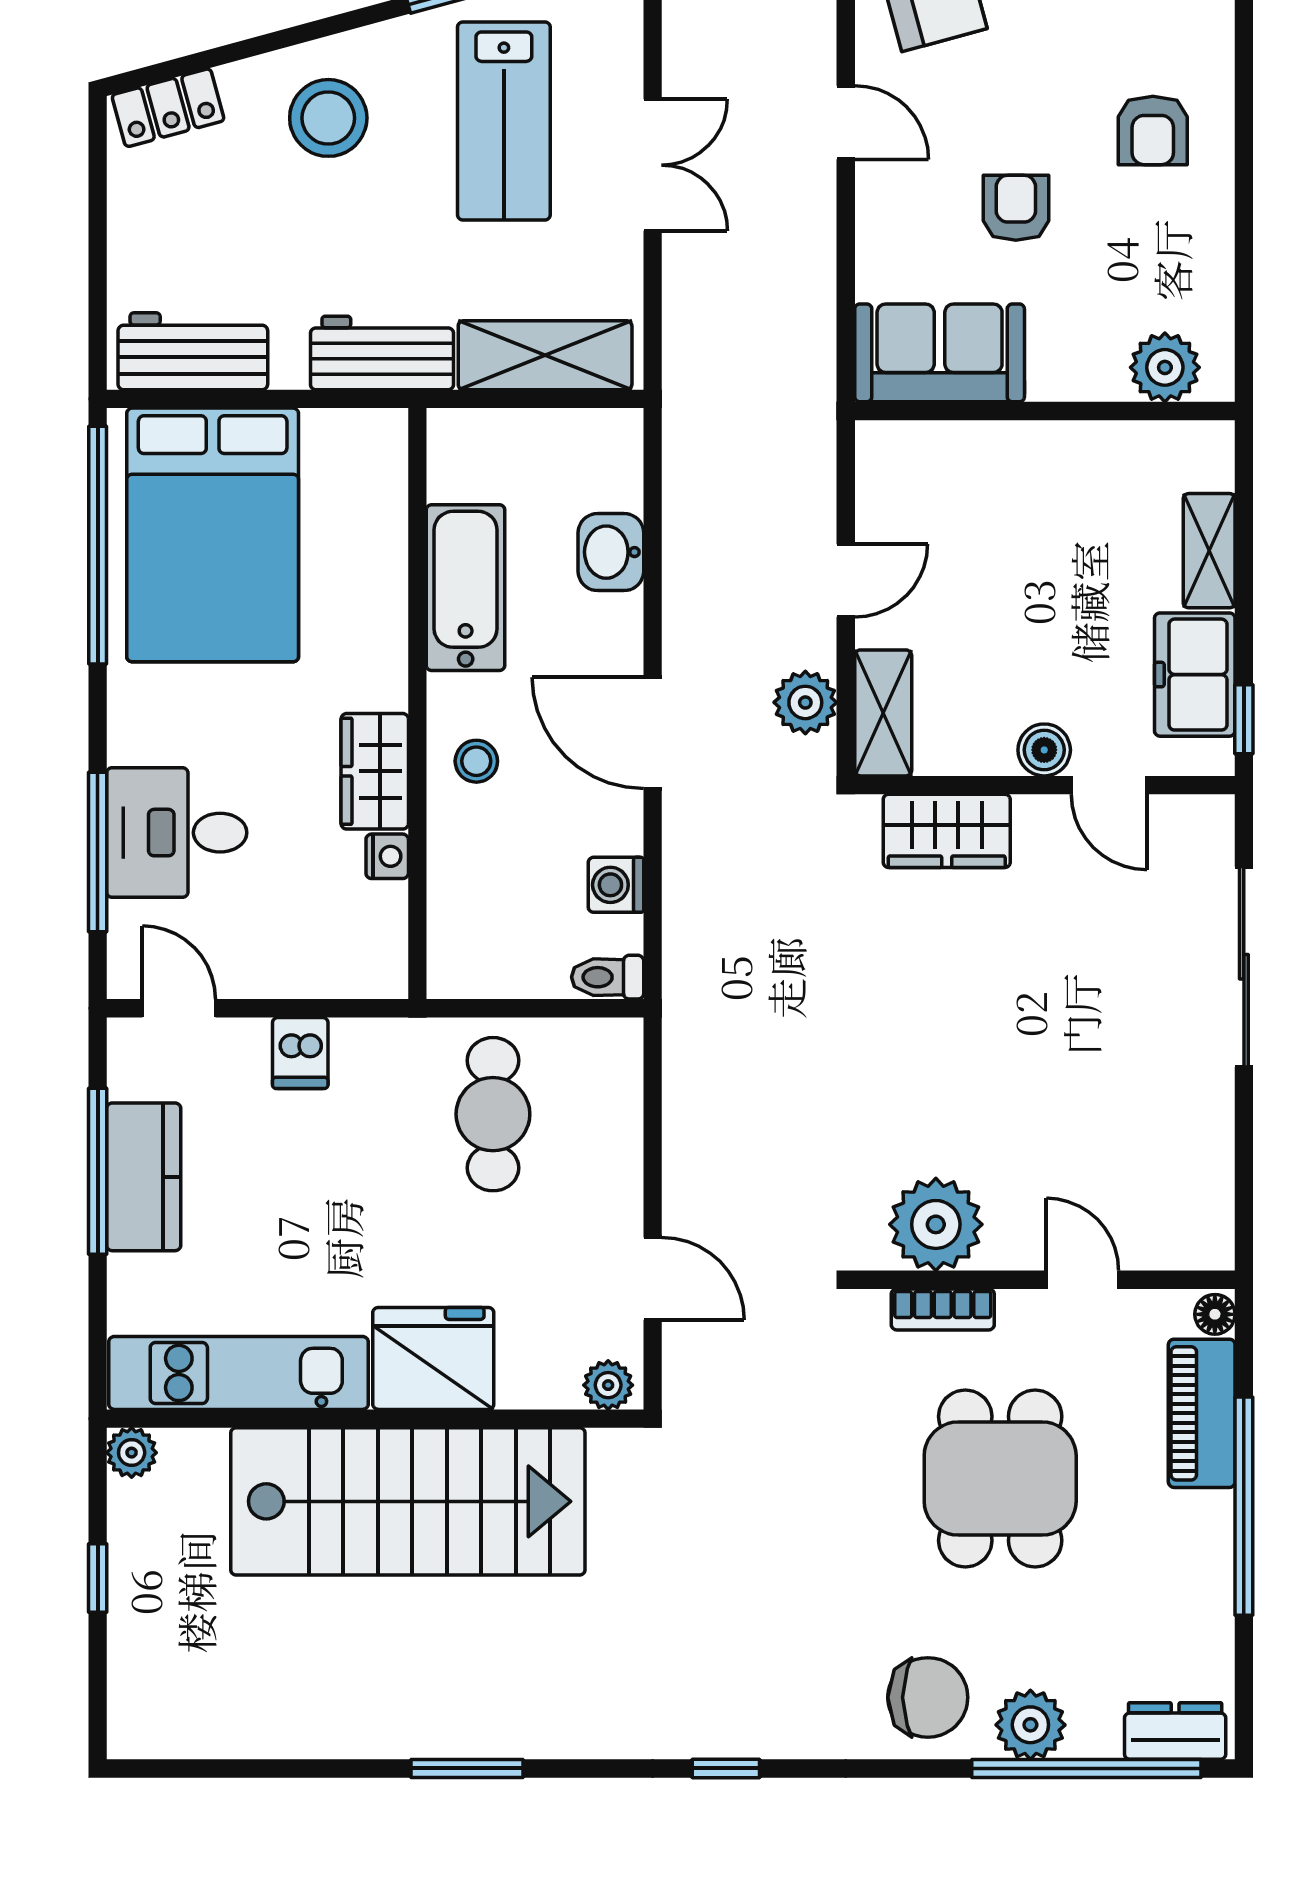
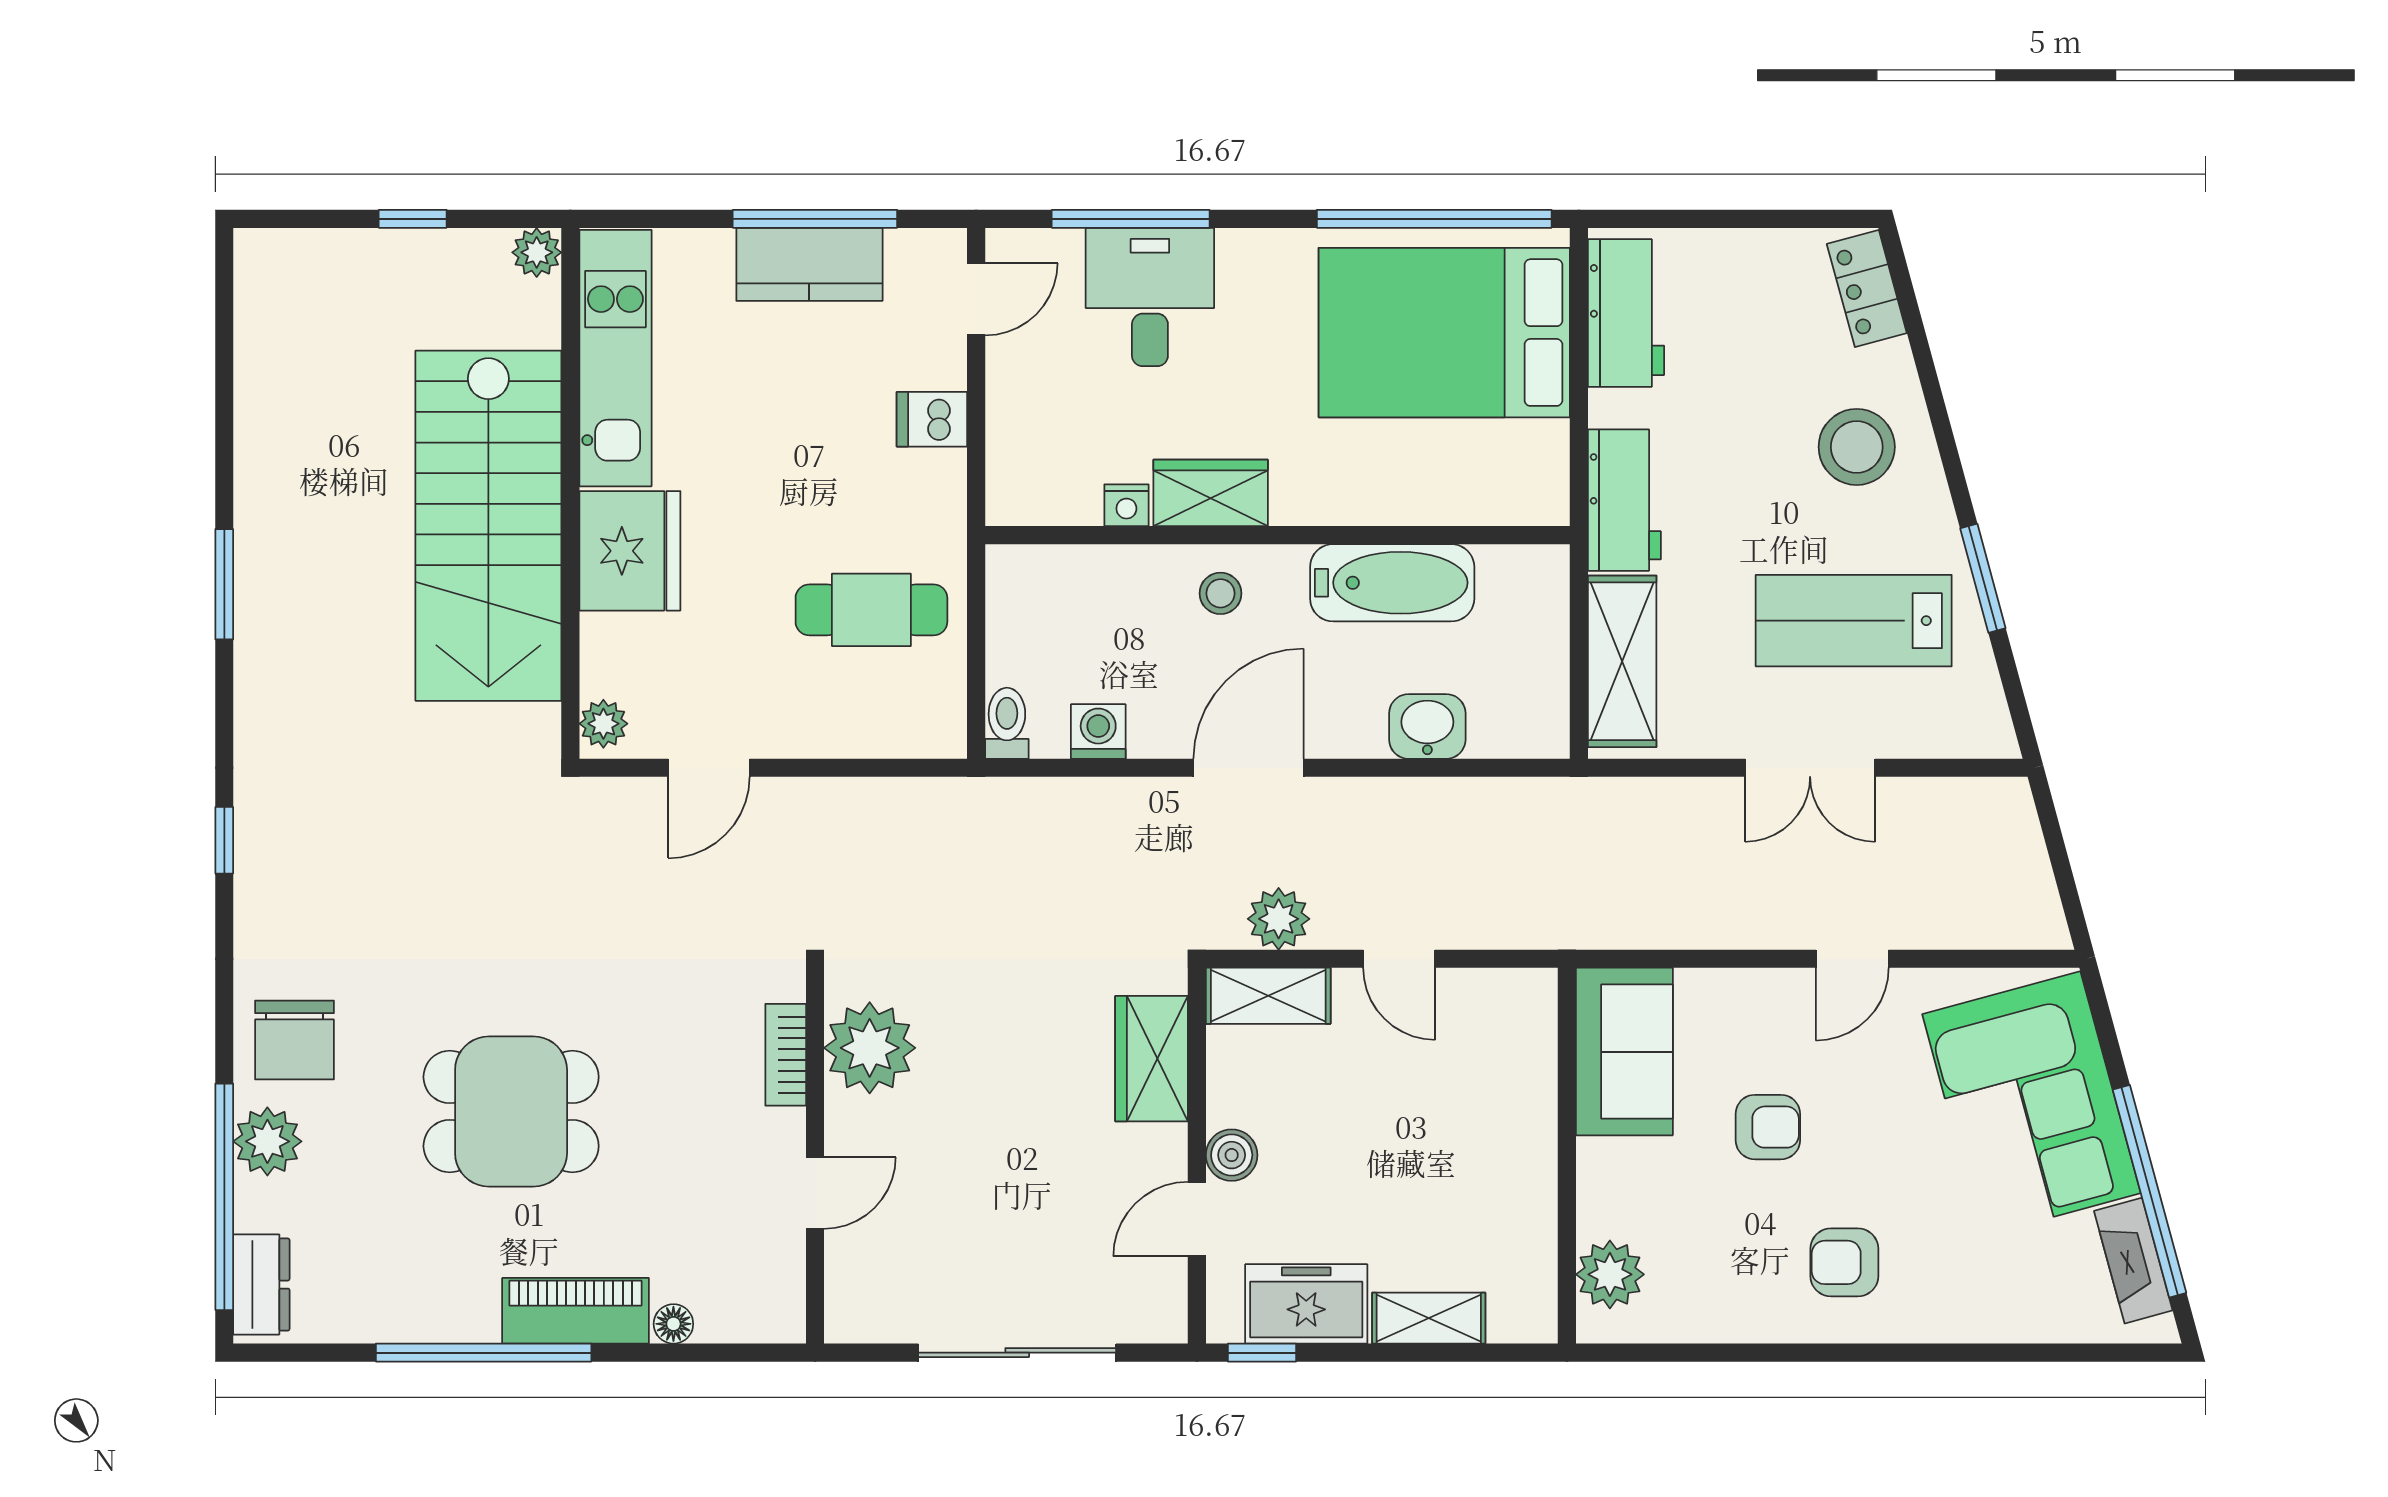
plant: (936, 1224) -> (870, 1048), moved
wall: (1045, 1280) -> (815, 1156), moved
door: (1082, 1280) -> (815, 1193), moved
bookcase: (943, 1309) -> (786, 1055), moved

